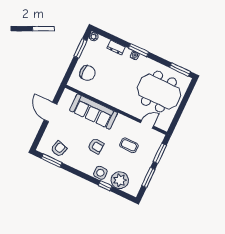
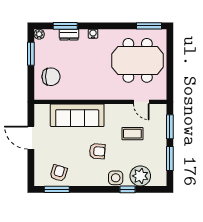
window: (139, 50) -> (65, 26), moved
door: (147, 124) -> (141, 102), swing flipped

